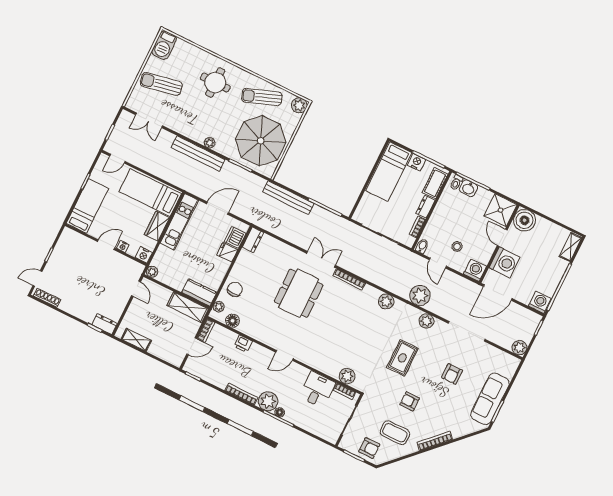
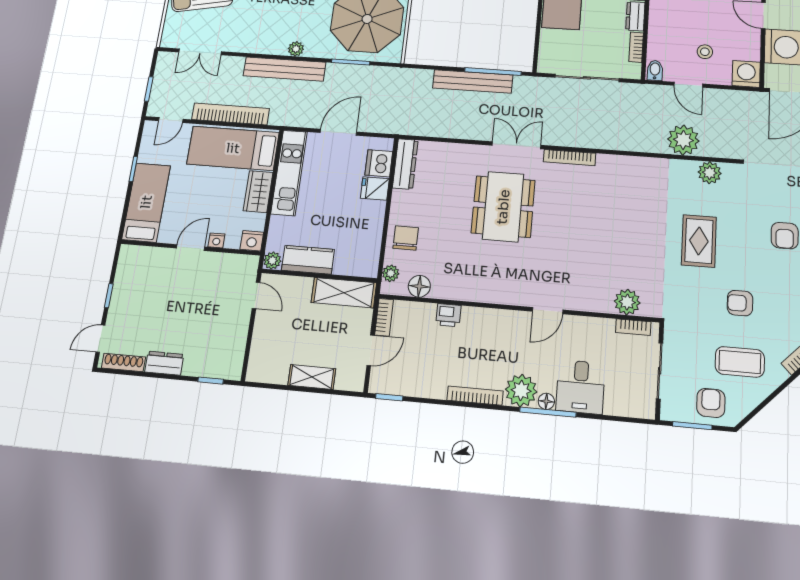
bookcase: (156, 170) -> (231, 114), added
bench: (288, 198) -> (473, 81), moved
dresser: (253, 240) -> (405, 164), width x1.44
kitchen counter: (199, 292) -> (308, 260), moved
plant: (386, 301) -> (638, 168), removed
dresser: (105, 324) -> (164, 363), moved
shelving: (136, 340) -> (312, 377), moved
door: (284, 355) -> (548, 311), moved
desk: (317, 390) -> (580, 387), moved, turned 180
armchair: (369, 448) -> (711, 403), turned -90

